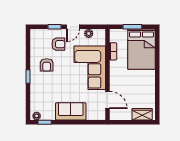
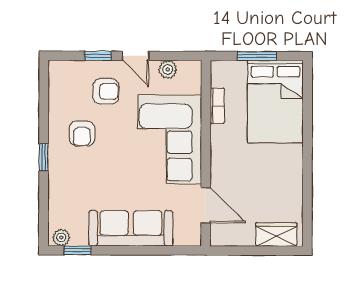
door: (73, 27) -> (136, 56), hinge flipped
sofa: (71, 111) -> (131, 228), width x1.36

